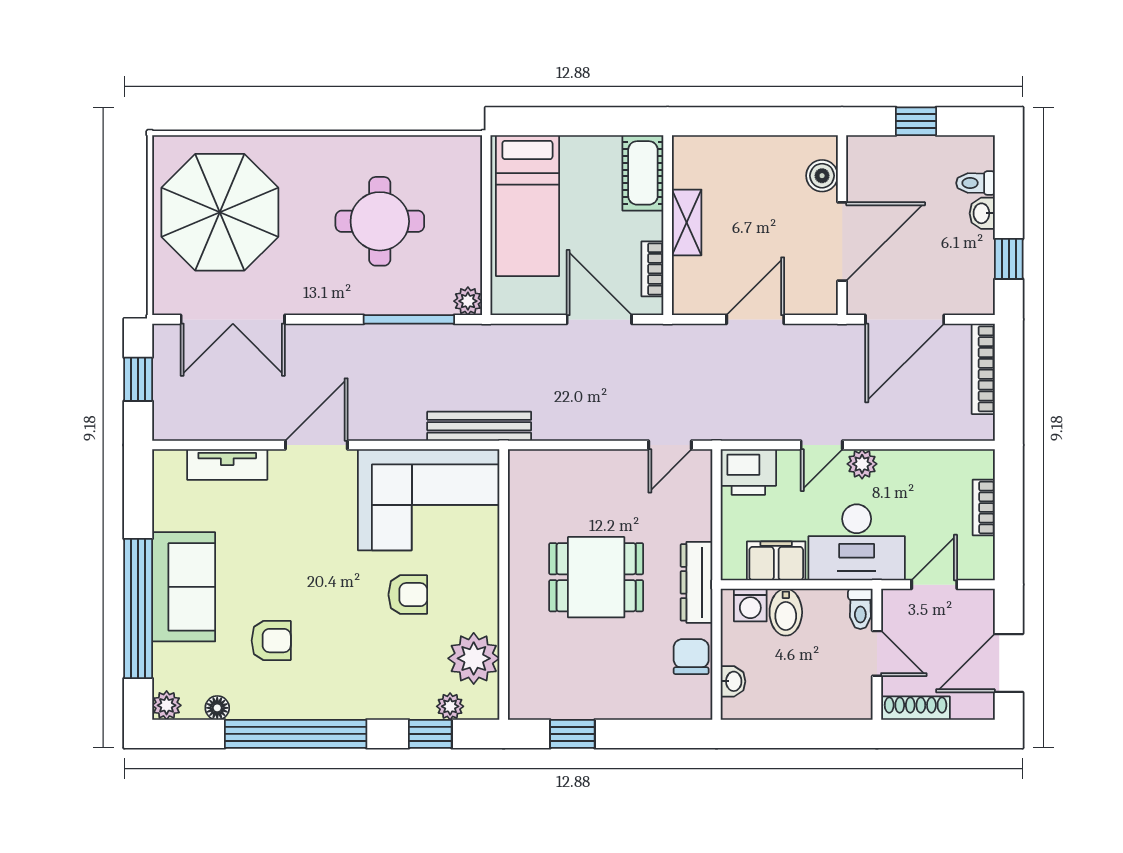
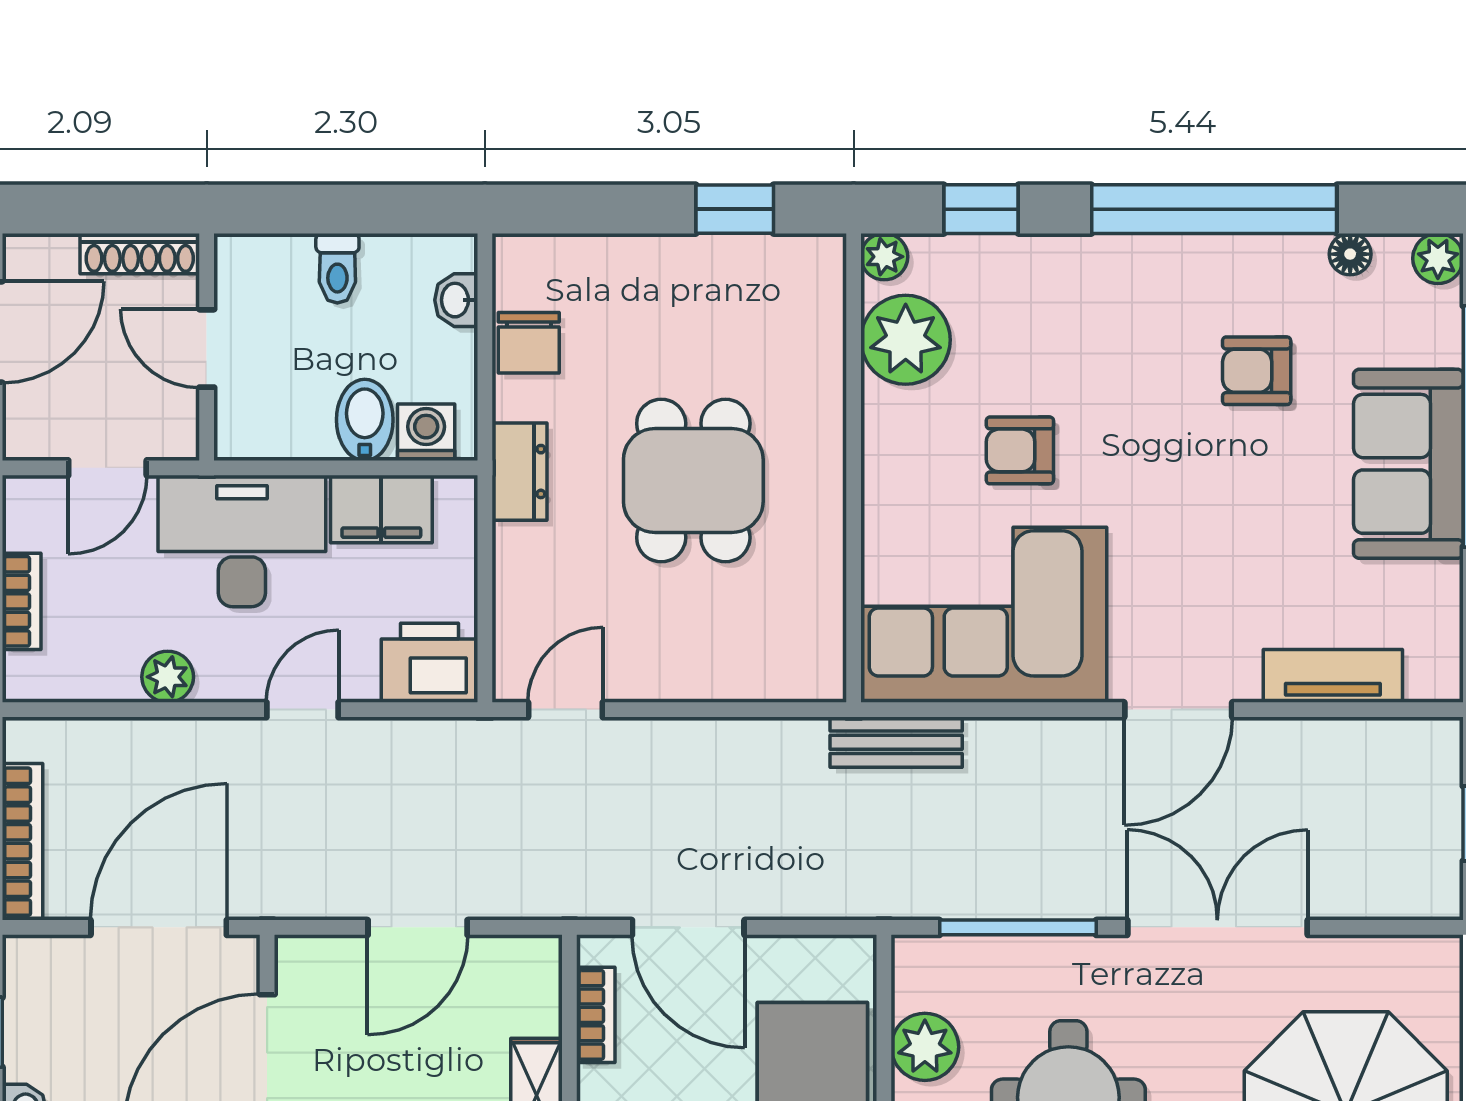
plant: (468, 301) -> (925, 1047), moved, width x1.38, depth x1.38
double door: (233, 319) -> (1217, 927), moved
bench: (479, 426) -> (896, 742), width x0.73
plant: (862, 464) -> (168, 677), moved
dining table: (596, 577) -> (693, 481), turned 90
dresser: (696, 582) -> (520, 472), width x0.70
toilet: (860, 609) -> (337, 268), moved, turned 180
plant: (450, 706) -> (884, 257), moved

